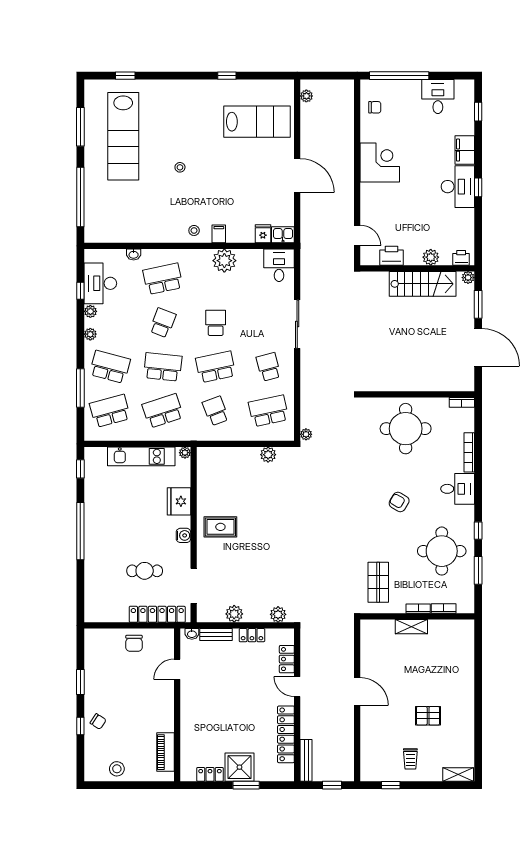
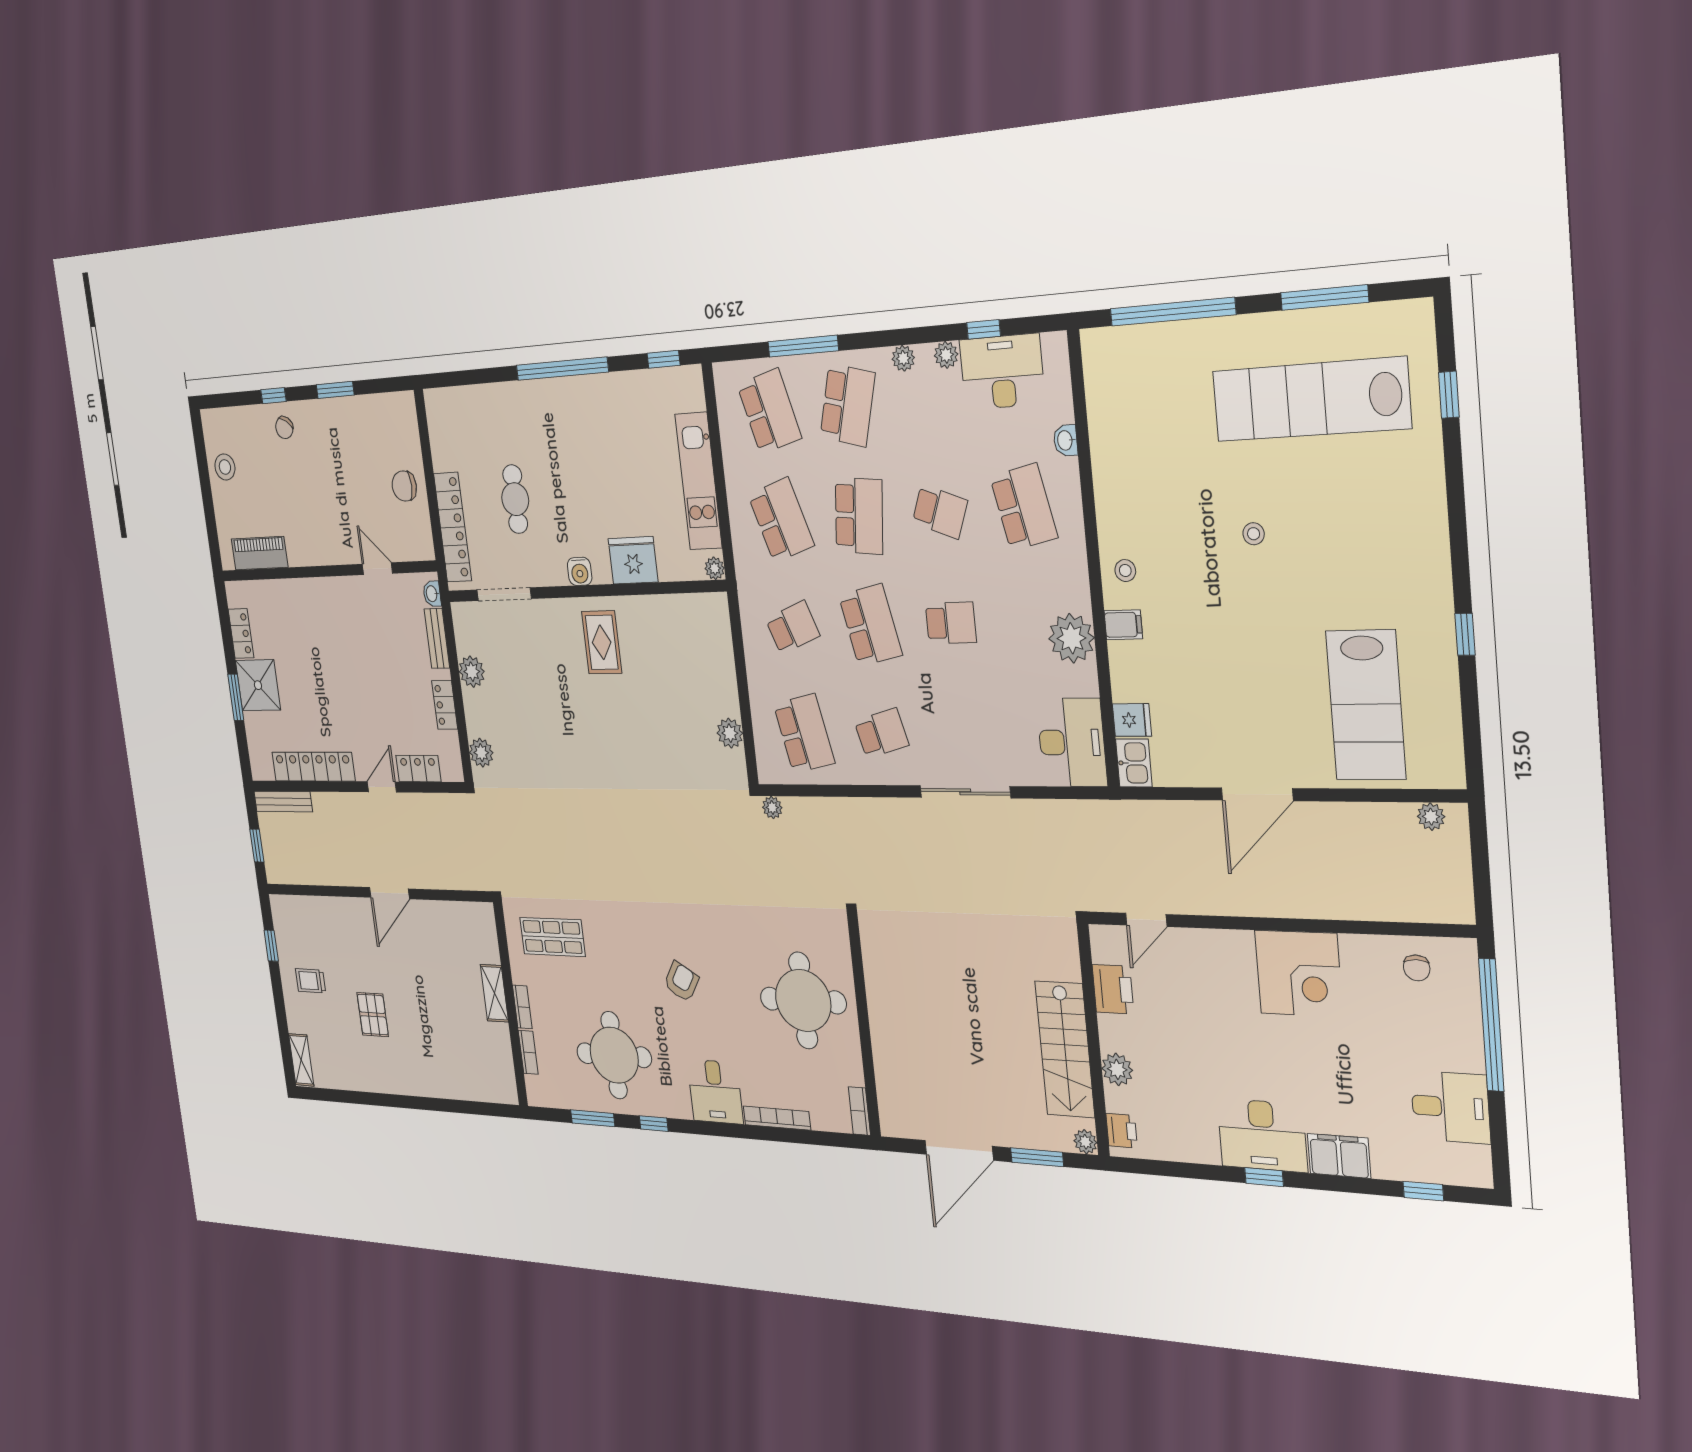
desk: (279, 265) -> (1072, 742), width x1.37

